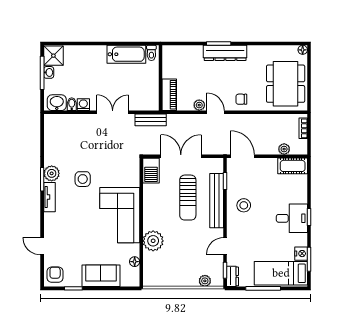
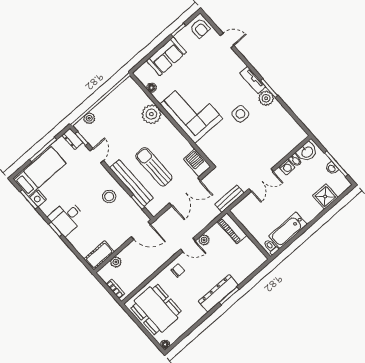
shower: (53, 56) -> (325, 196), moved

